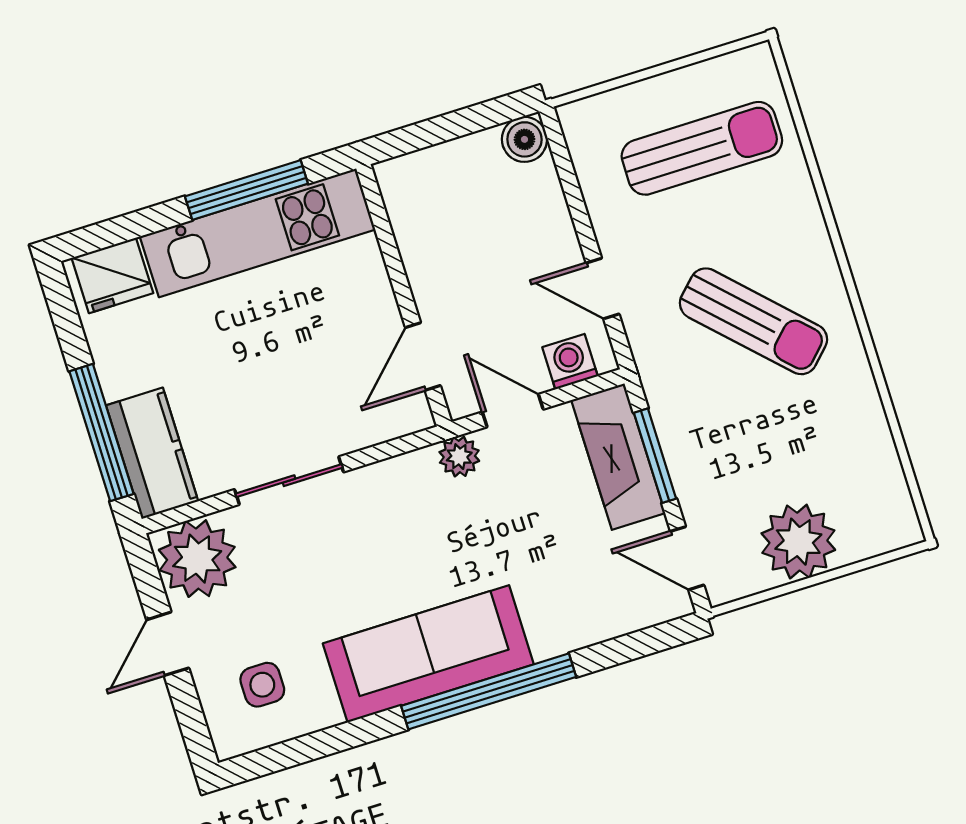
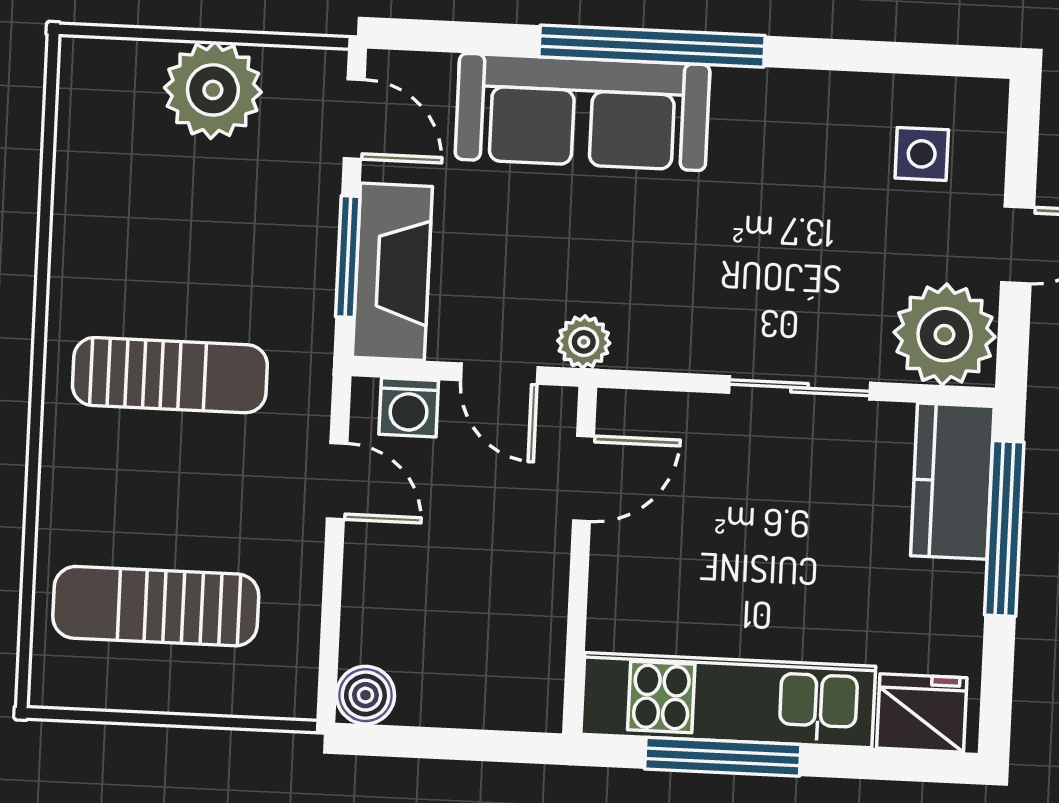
sun lounger: (753, 321) -> (170, 375), turned 135
sofa: (428, 654) -> (583, 112), moved

